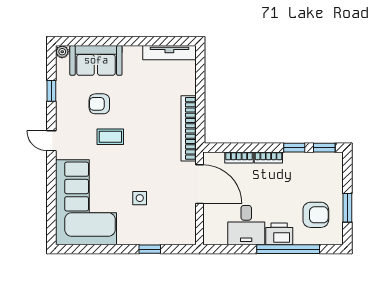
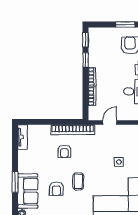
window: (110, 41) -> (15, 182), added
tv unit: (169, 53) -> (23, 137), width x0.71
armchair: (156, 116) -> (64, 151), added
door: (199, 184) -> (110, 123), width x0.53

